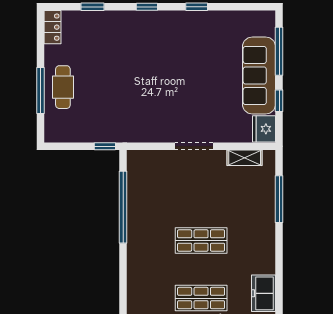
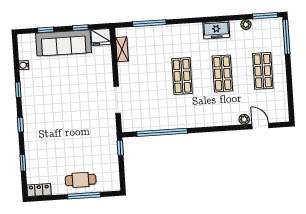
water cooler: (231, 17) -> (24, 65), added
window: (279, 51) -> (46, 30), width x0.46
doorway: (194, 146) -> (117, 100), moved

